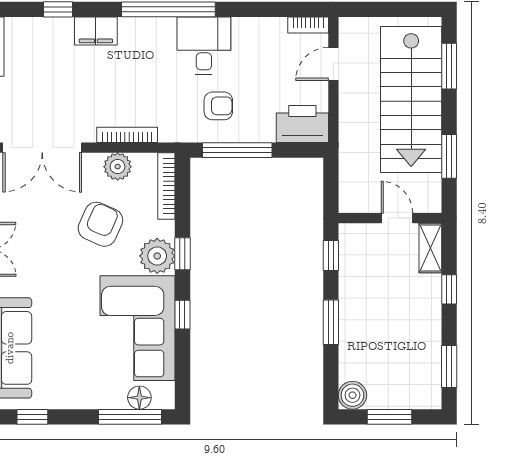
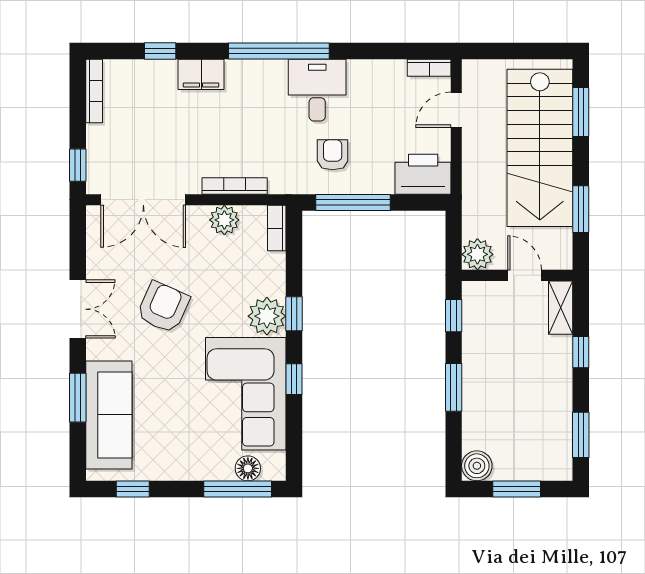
armchair: (218, 106) -> (333, 155), turned -90
bookcase: (166, 186) -> (277, 228), width x0.64
plant: (353, 198) -> (477, 254), added
armchair: (100, 224) -> (163, 307), moved

